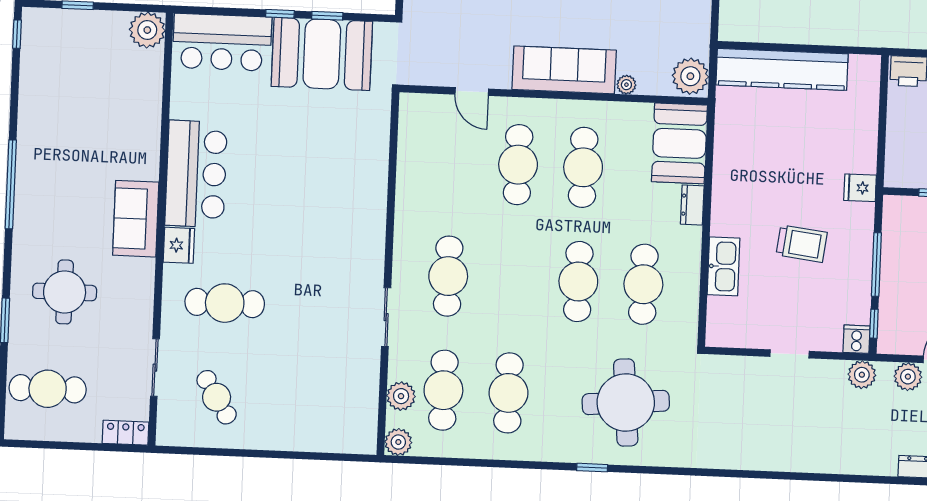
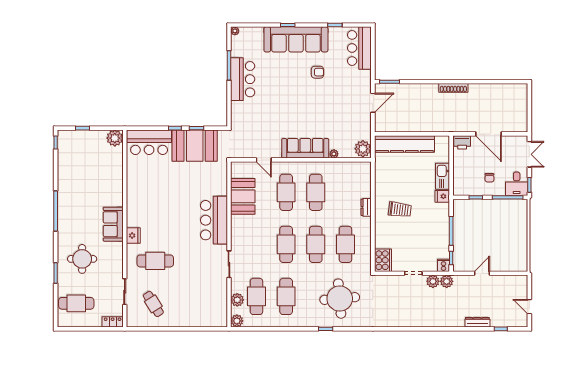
booth: (679, 143) -> (243, 196), moved
bar counter: (196, 174) -> (214, 220), moved, turned 180
trolley: (802, 244) -> (400, 210), moved
kitchen sink: (723, 266) -> (442, 176), moved, turned 180
cafe table: (448, 276) -> (286, 244), moved
cooker: (724, 322) -> (383, 260), added
plant: (908, 377) -> (433, 281), moved

